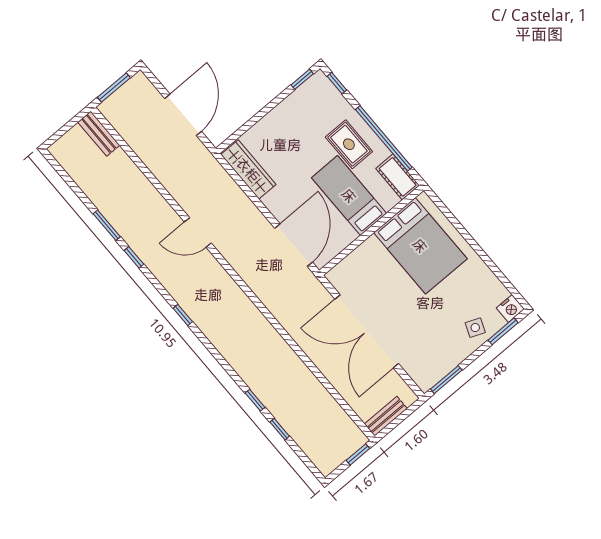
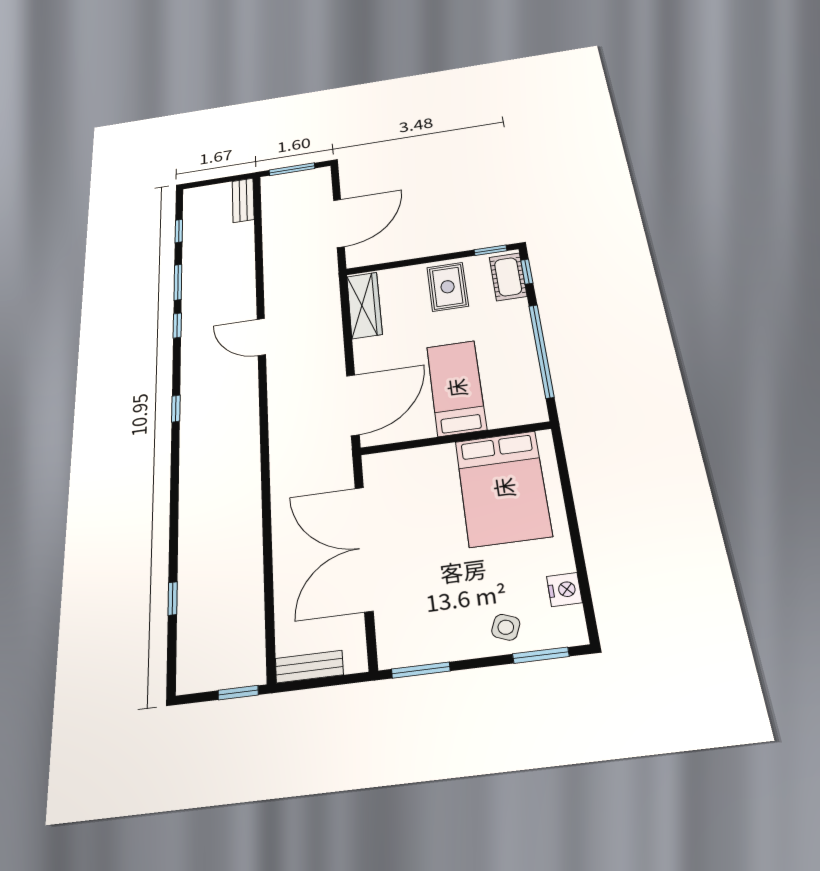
rug: (349, 144) -> (448, 287), moved
cot: (398, 177) -> (508, 277), moved
nightstand: (510, 309) -> (564, 590), moved, turned -90
window: (255, 400) -> (179, 231), moved

